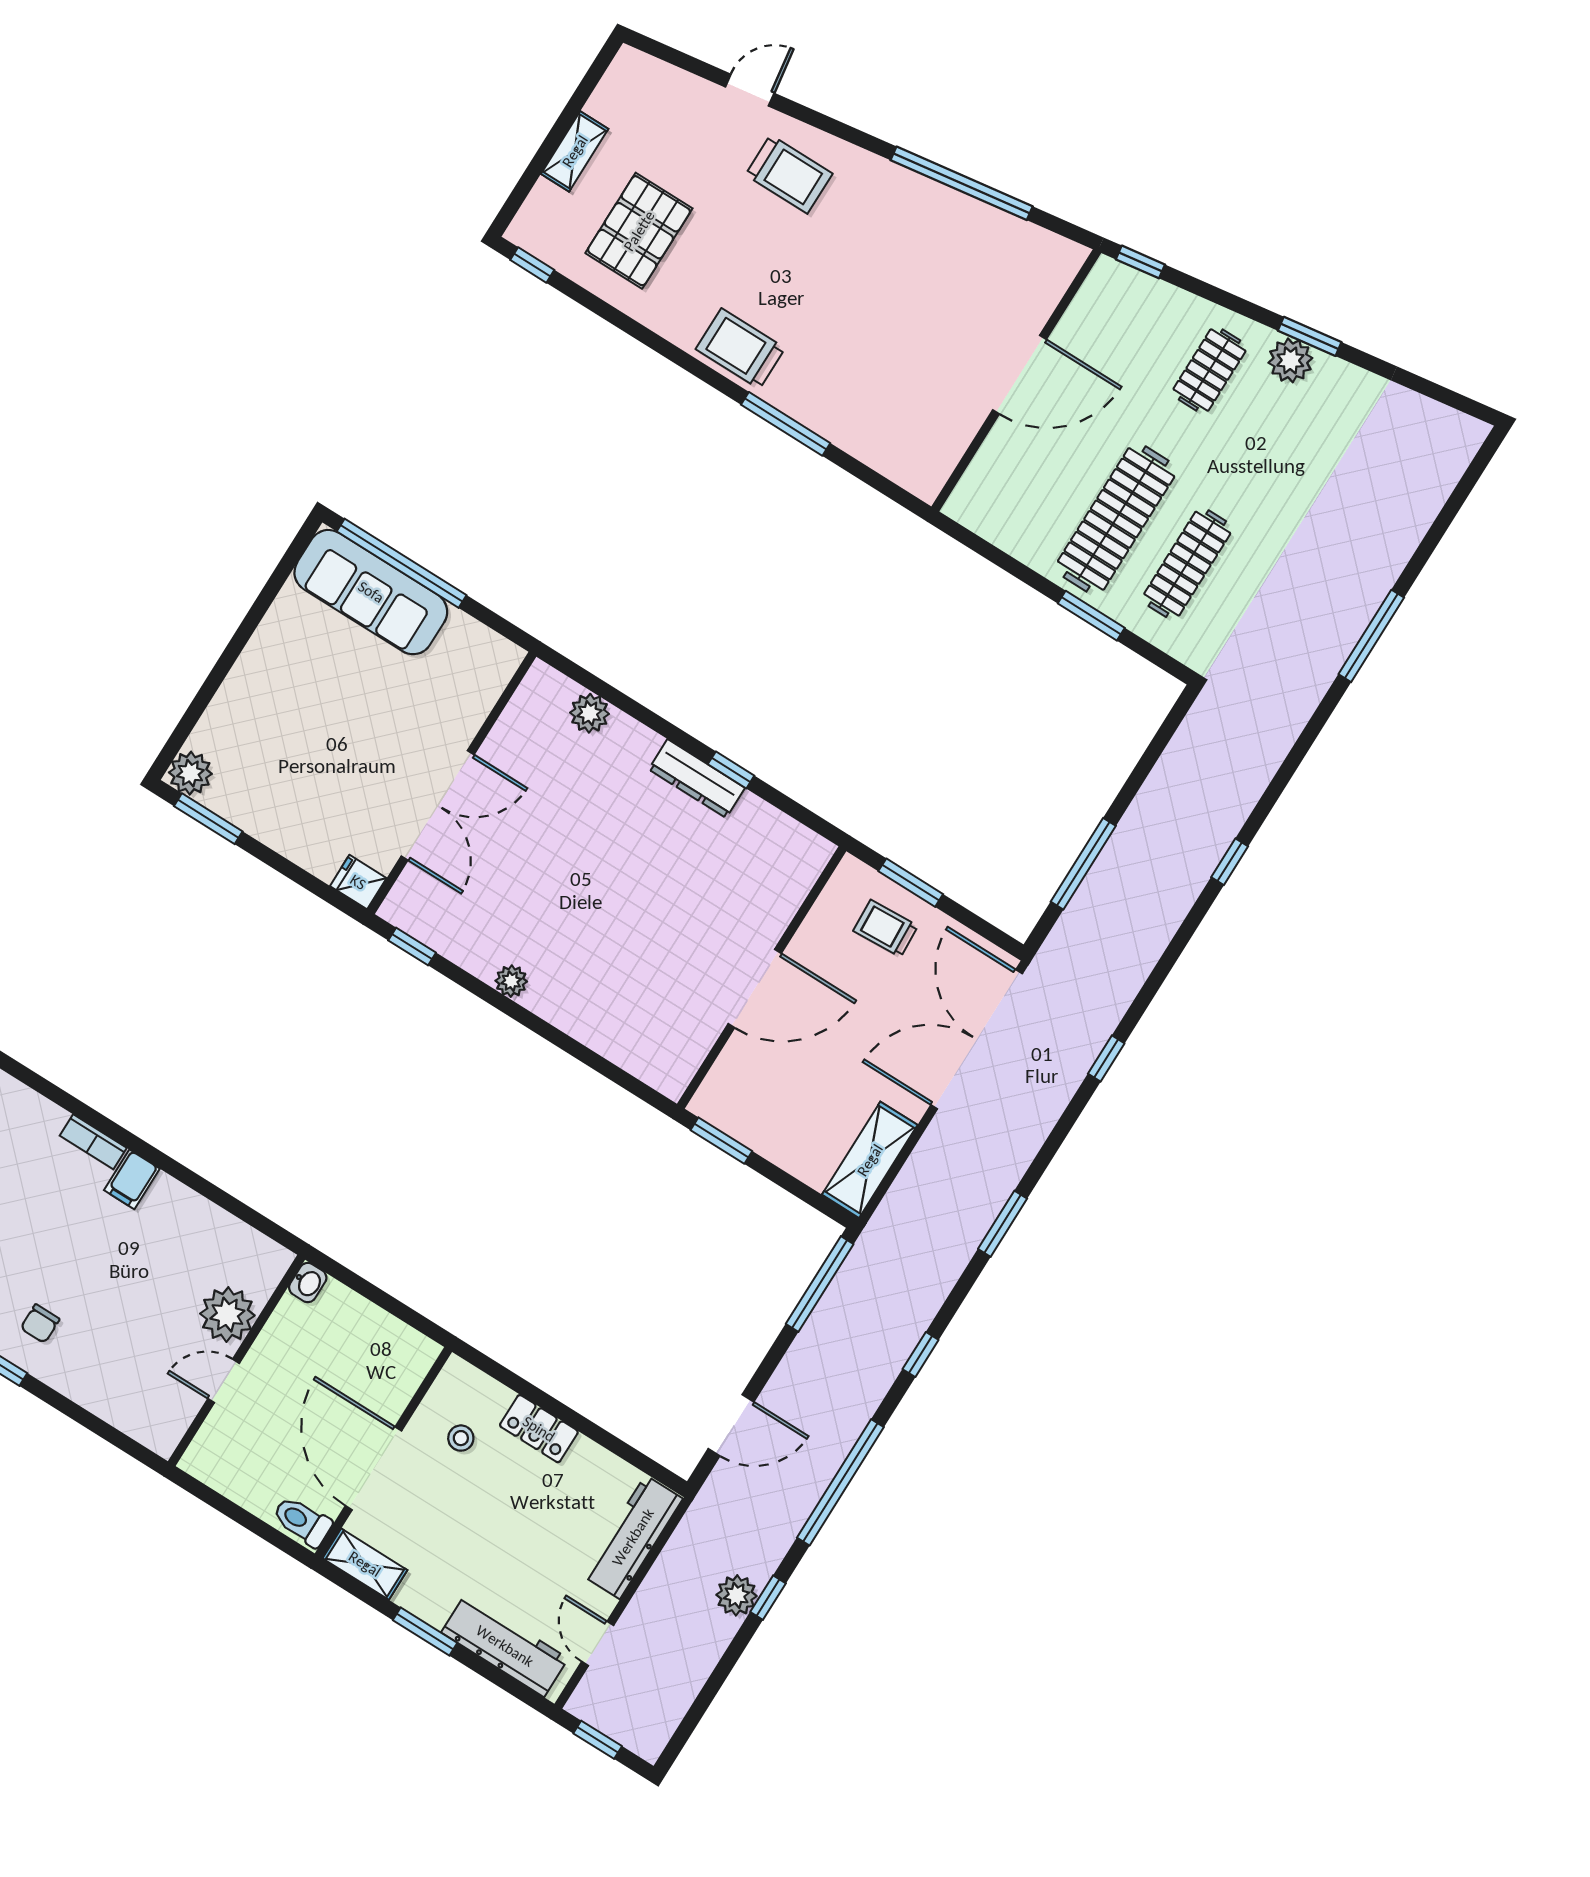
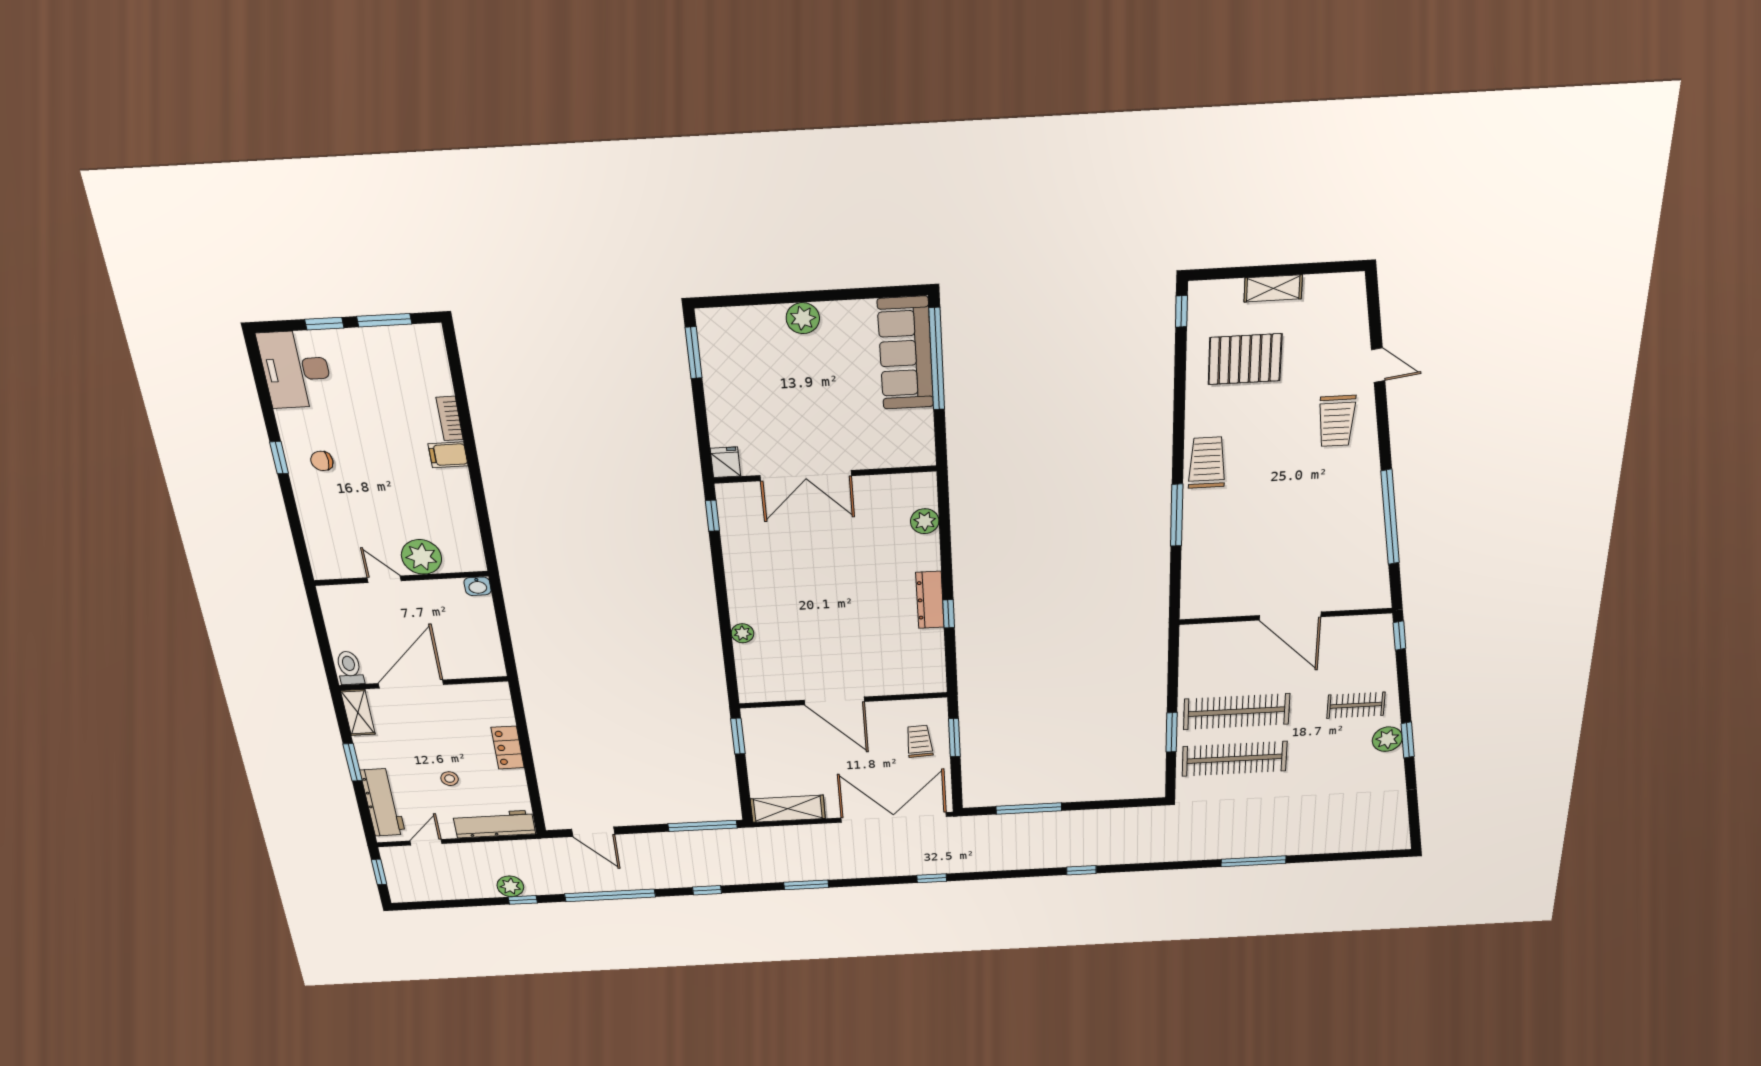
clothes rail: (1187, 564) -> (1234, 759), width x1.37, depth x1.31
plant: (190, 773) -> (803, 318), moved
plant: (511, 981) -> (742, 633), moved
stool: (461, 1438) -> (450, 779), moved

